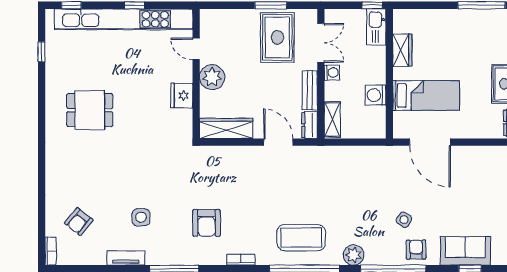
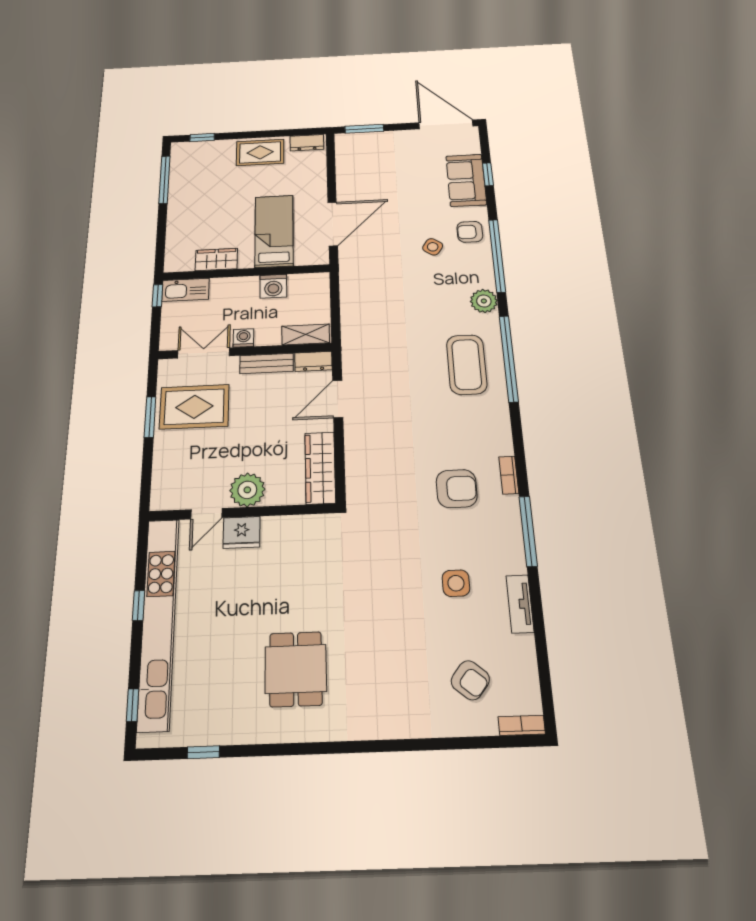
fridge: (182, 96) -> (242, 532), moved
bookcase: (241, 260) -> (509, 475), moved

